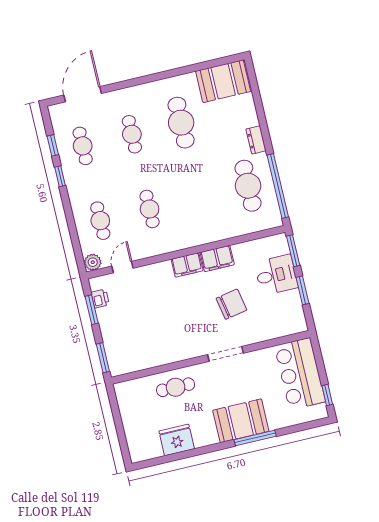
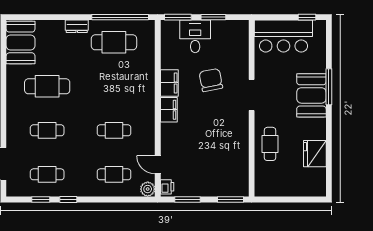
printer: (100, 299) -> (167, 187), moved, turned 90

